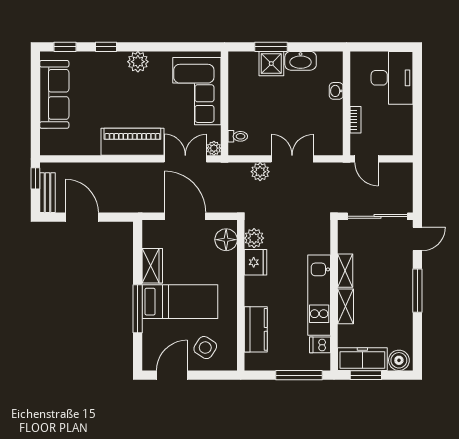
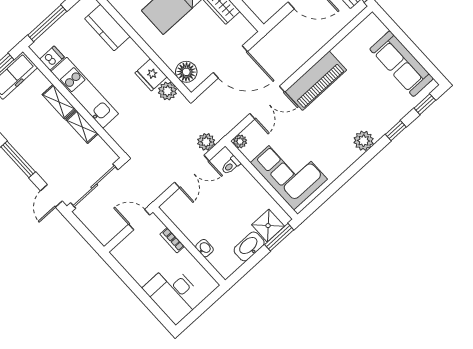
corner sofa: (197, 91) -> (289, 171), moved
wall: (225, 103) -> (261, 180), moved
toilet: (238, 136) -> (231, 165), moved
plant: (214, 148) -> (240, 141), moved

